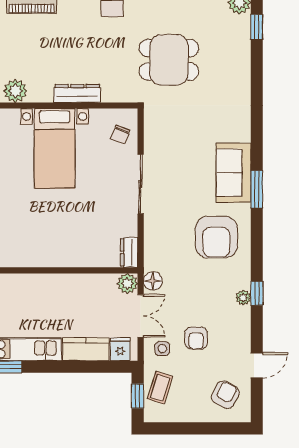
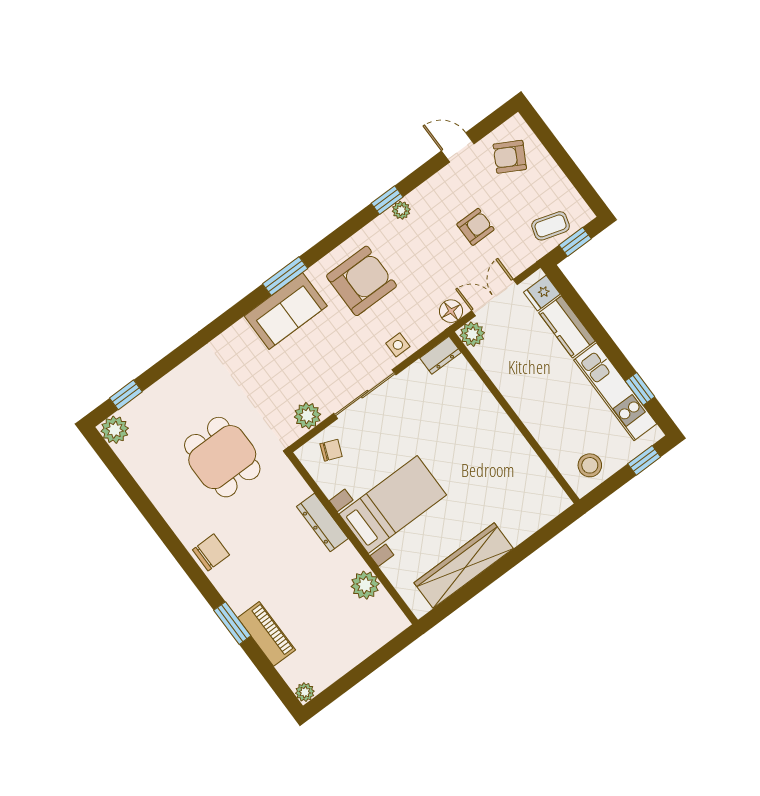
plant: (154, 136) -> (307, 416), added
side table: (162, 349) -> (398, 345), moved

